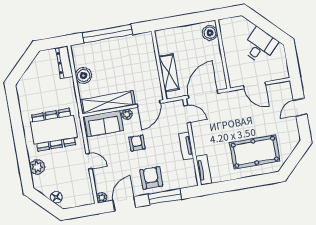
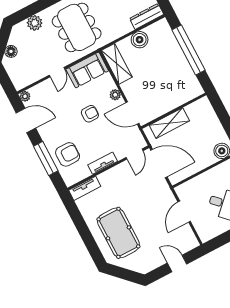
shelving: (107, 102) -> (117, 64), width x0.68
sofa: (104, 123) -> (87, 70), moved, turned -90
armchair: (151, 178) -> (68, 154), moved

